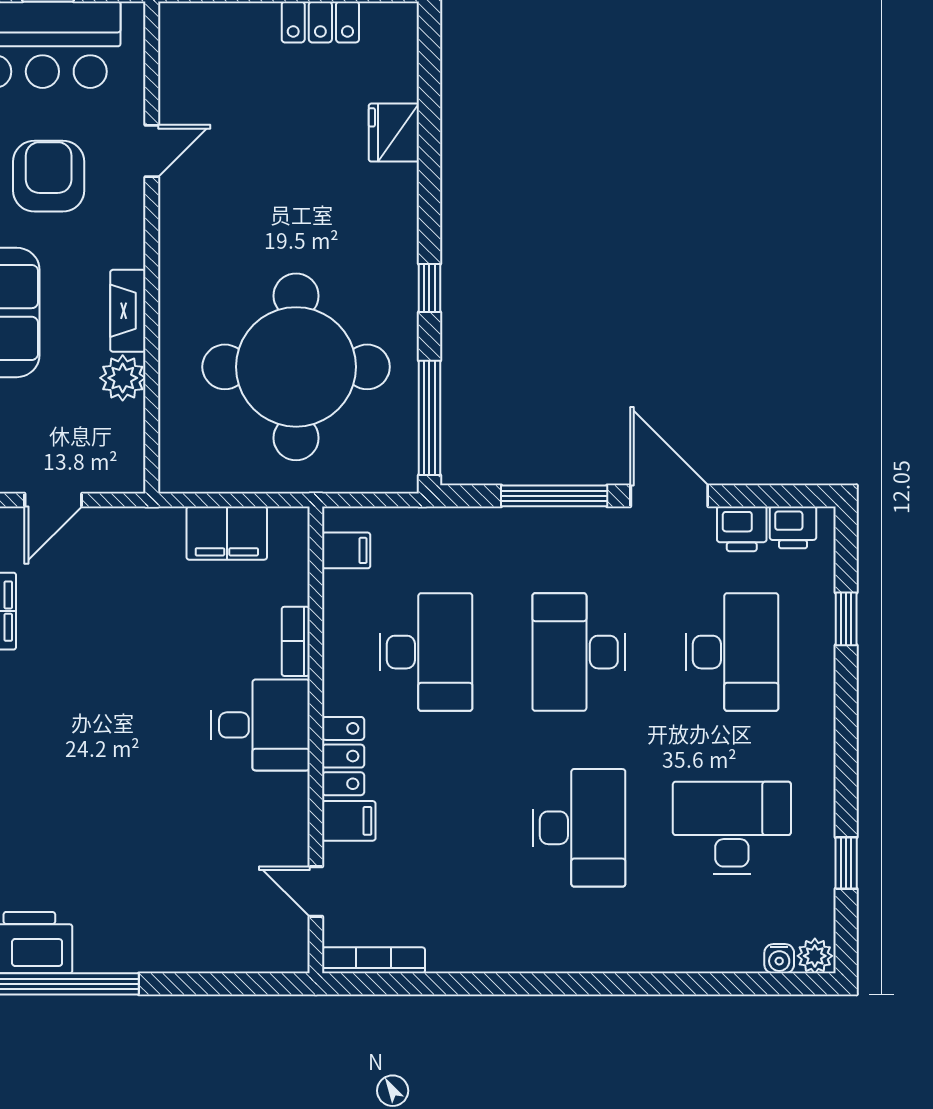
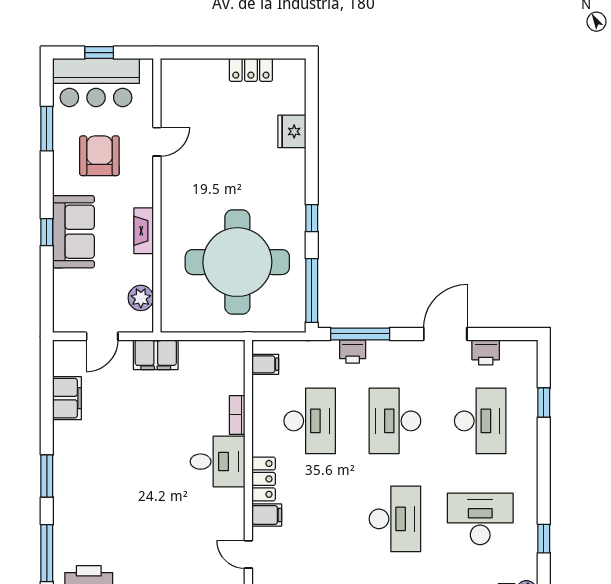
plant: (123, 378) -> (141, 298), moved
window: (554, 496) -> (360, 334), moved
door: (669, 496) -> (445, 334), hinge flipped
printer: (793, 527) -> (353, 351), moved
filing cabinet: (227, 533) -> (156, 355), moved

